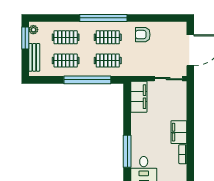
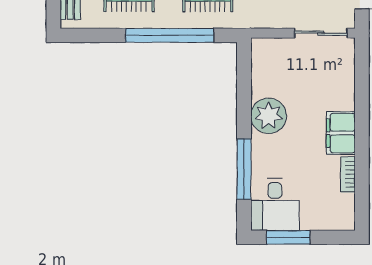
filing cabinet: (139, 97) -> (266, 67), removed
plant: (140, 123) -> (269, 116), added

